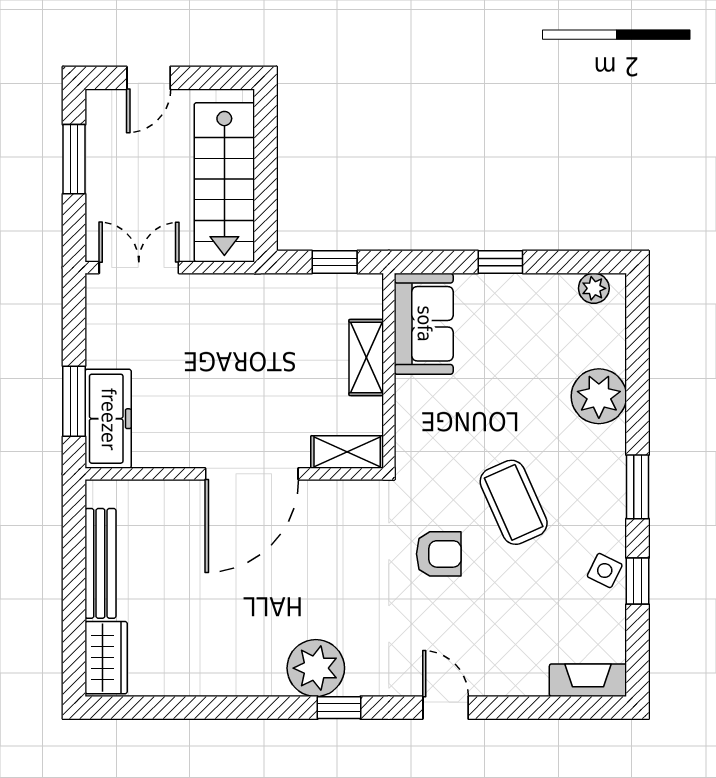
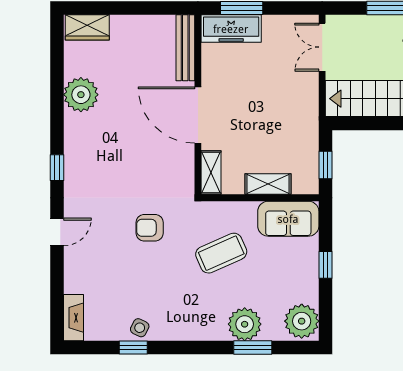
double door: (139, 268) -> (322, 47), swing flipped
plant: (594, 288) -> (302, 321), width x1.88, depth x1.88
window: (637, 487) -> (253, 347), moved
coffee table: (514, 502) -> (221, 253), moved
armchair: (439, 554) -> (150, 228), turned 90
bench: (100, 563) -> (185, 48), moved, turned 90
plant: (316, 668) -> (81, 95), moved

